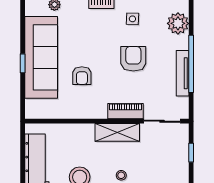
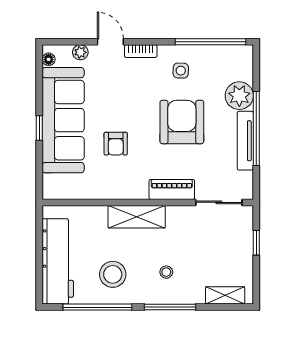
floor lamp: (30, 10) -> (49, 59), added
plant: (178, 23) -> (239, 96), moved
armchair: (133, 59) -> (182, 122), width x1.36, depth x1.36
shelving: (117, 132) -> (137, 217), moved

